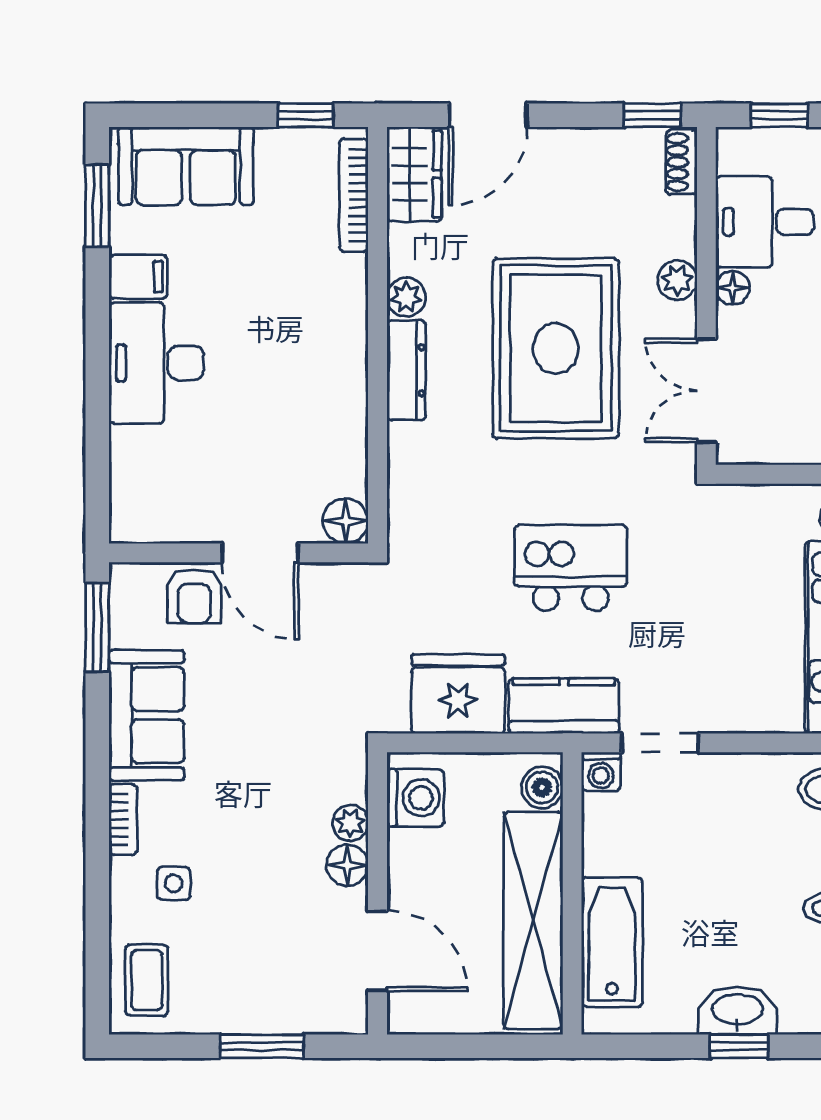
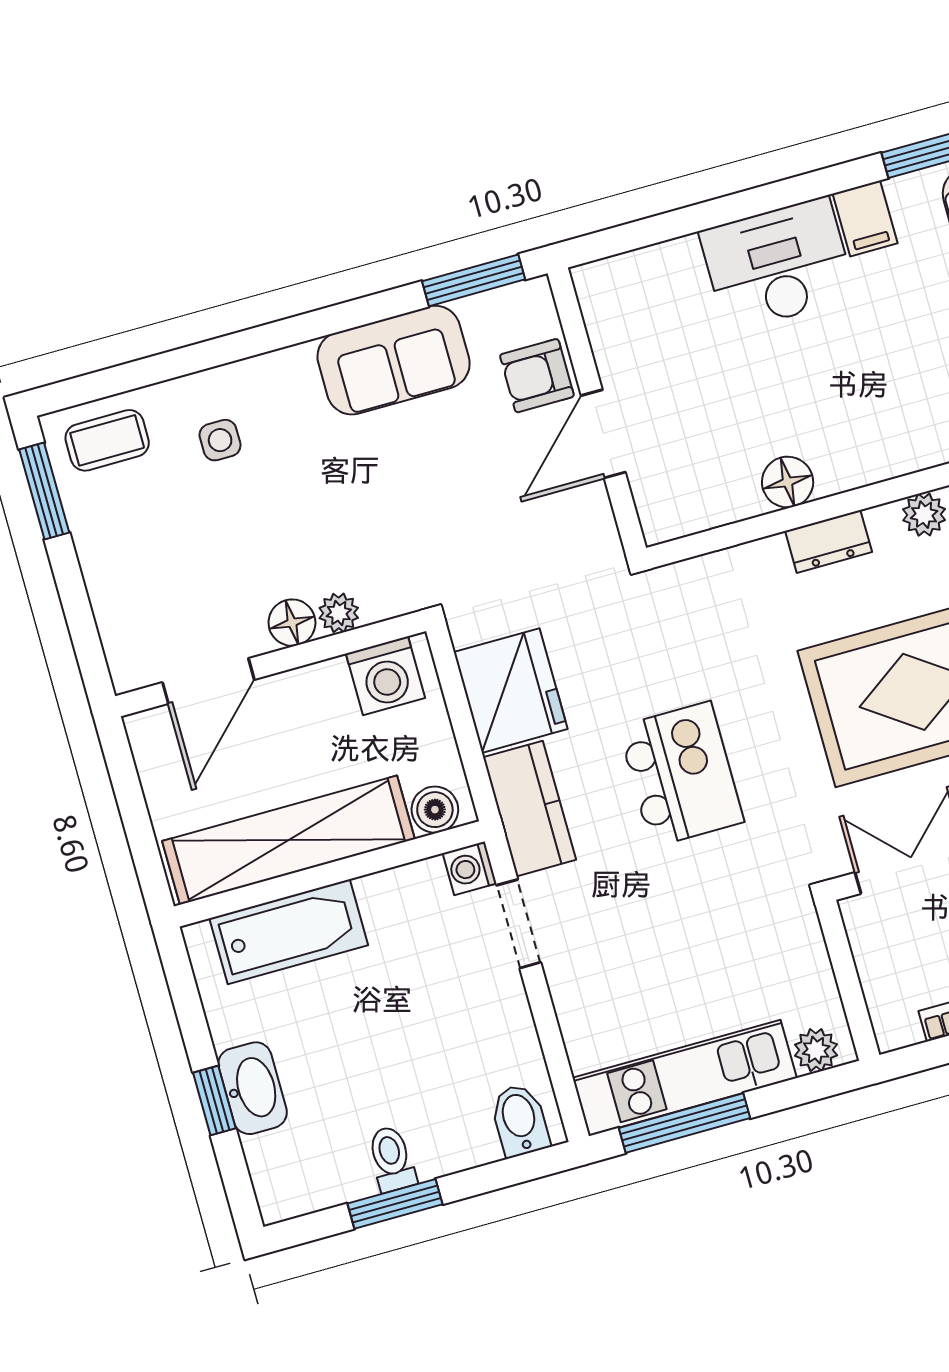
dresser: (406, 370) -> (829, 541), width x0.70
floor lamp: (346, 521) -> (788, 482), moved
bookcase: (123, 820) -> (274, 366), removed
window: (262, 1046) -> (44, 491), moved

